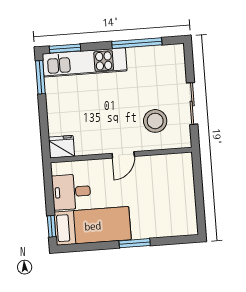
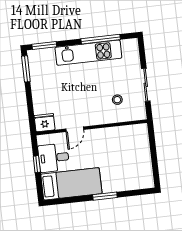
kitchen unit: (85, 62) -> (88, 53), moved
stool: (155, 121) -> (117, 100), width x0.53, depth x0.53
door: (123, 155) -> (75, 129), moved
window: (52, 226) -> (37, 164), moved

